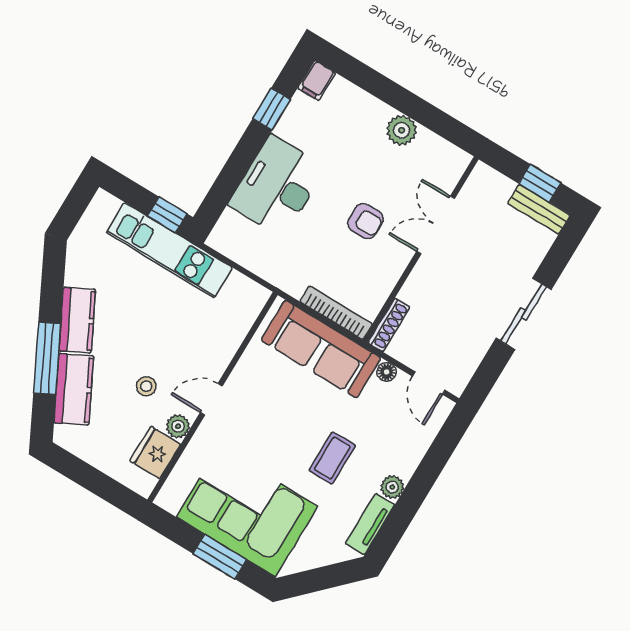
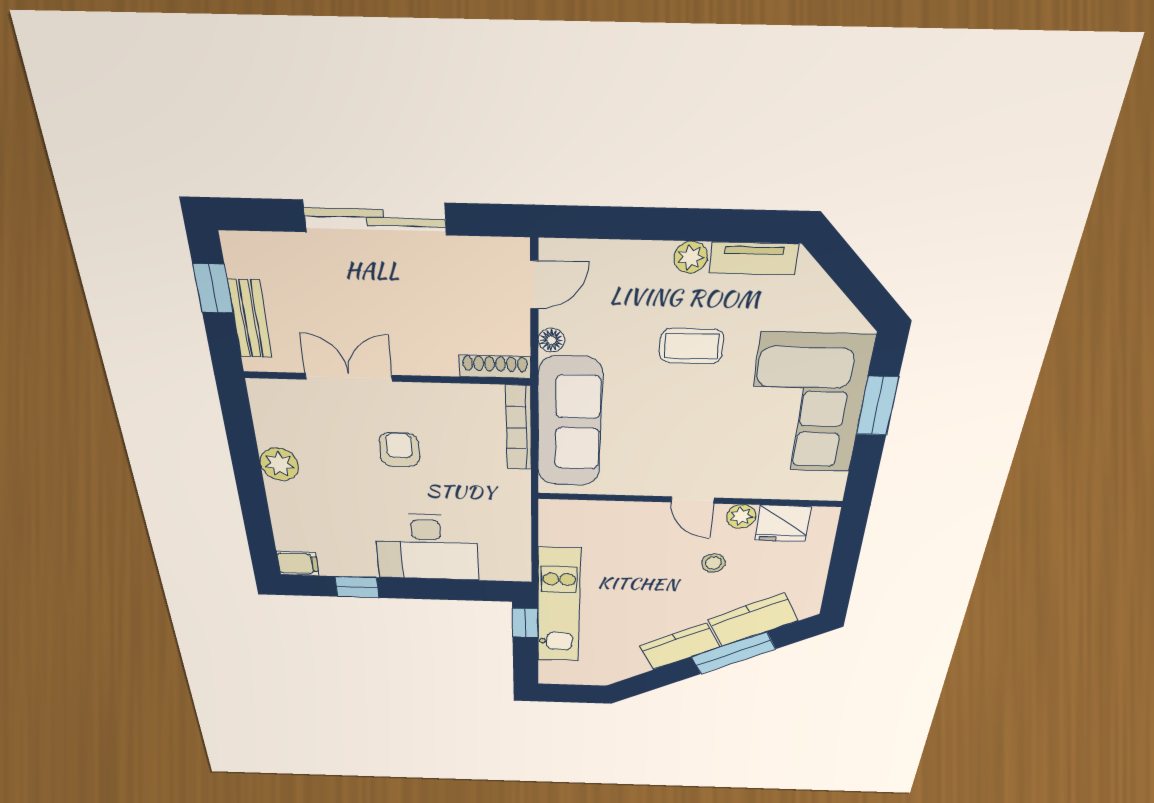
bench: (539, 209) -> (250, 319), moved
double door: (436, 225) -> (349, 377), swing flipped
sliding door: (524, 314) -> (375, 217), width x1.37

